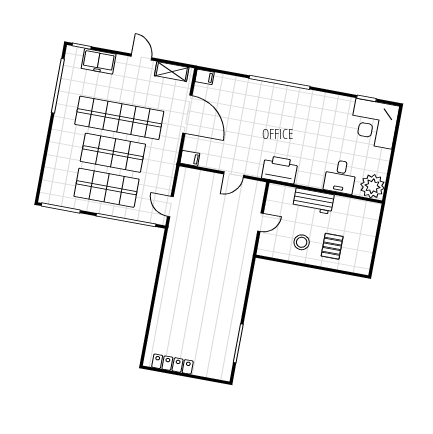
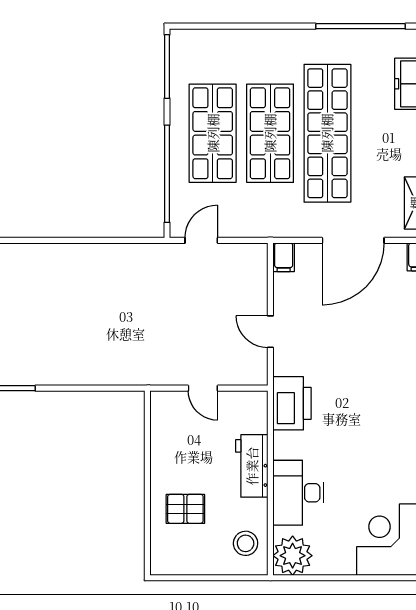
desk: (340, 177) -> (298, 493), width x1.37
stool: (302, 242) -> (246, 543), moved

